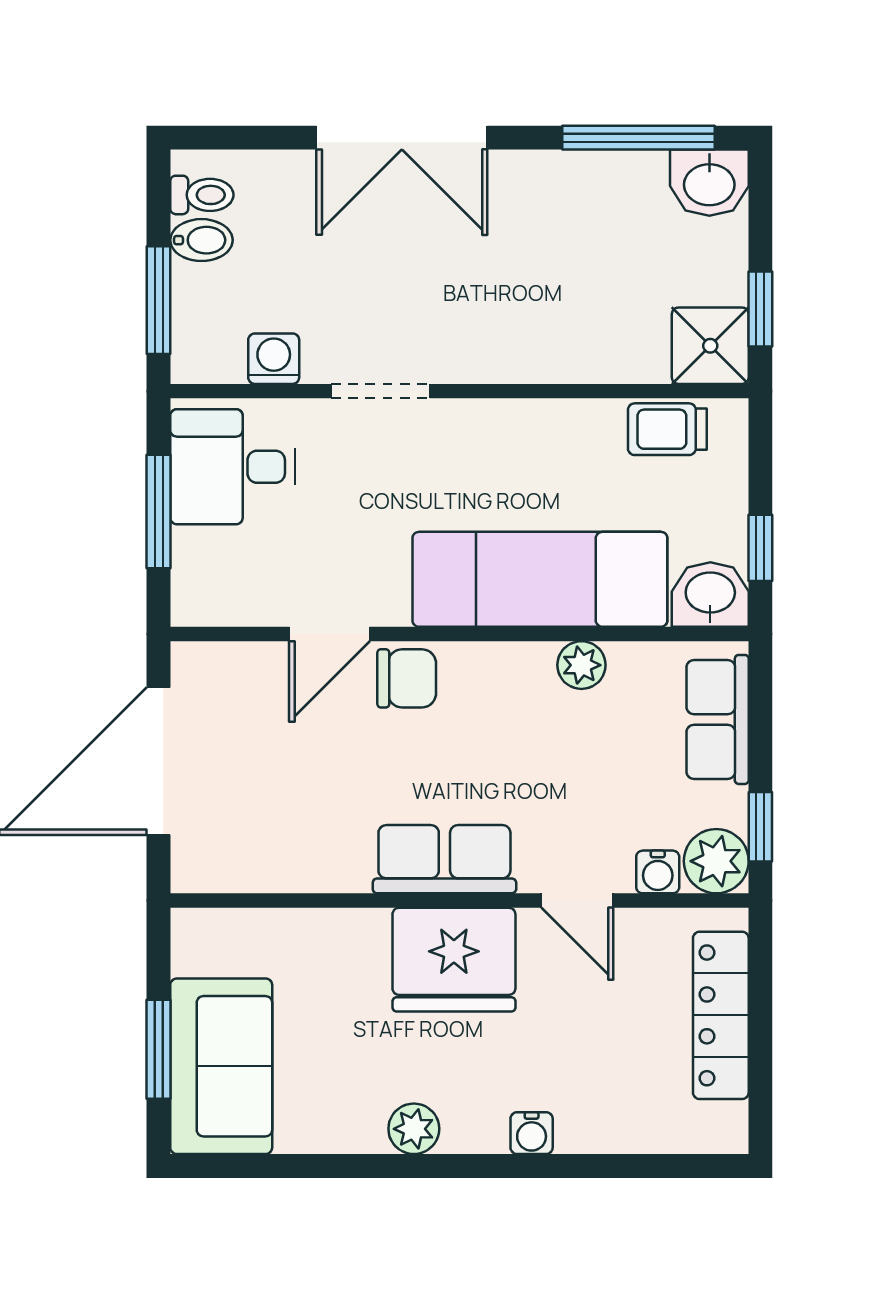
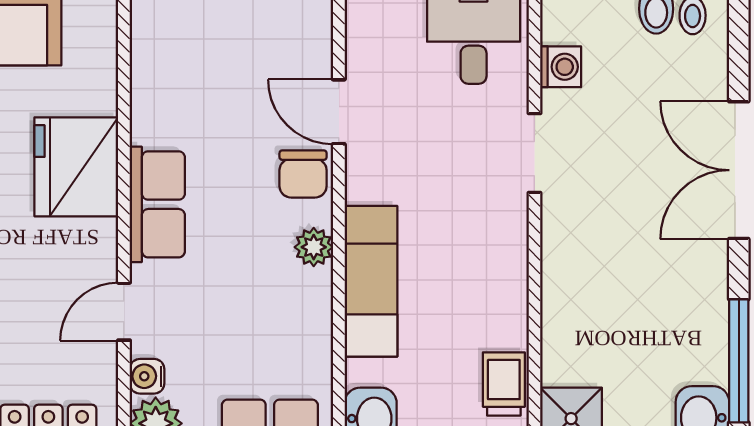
exam couch: (540, 579) -> (371, 281), width x0.73, depth x0.69
plant: (581, 665) -> (314, 247), moved
fridge: (454, 960) -> (76, 167), moved

